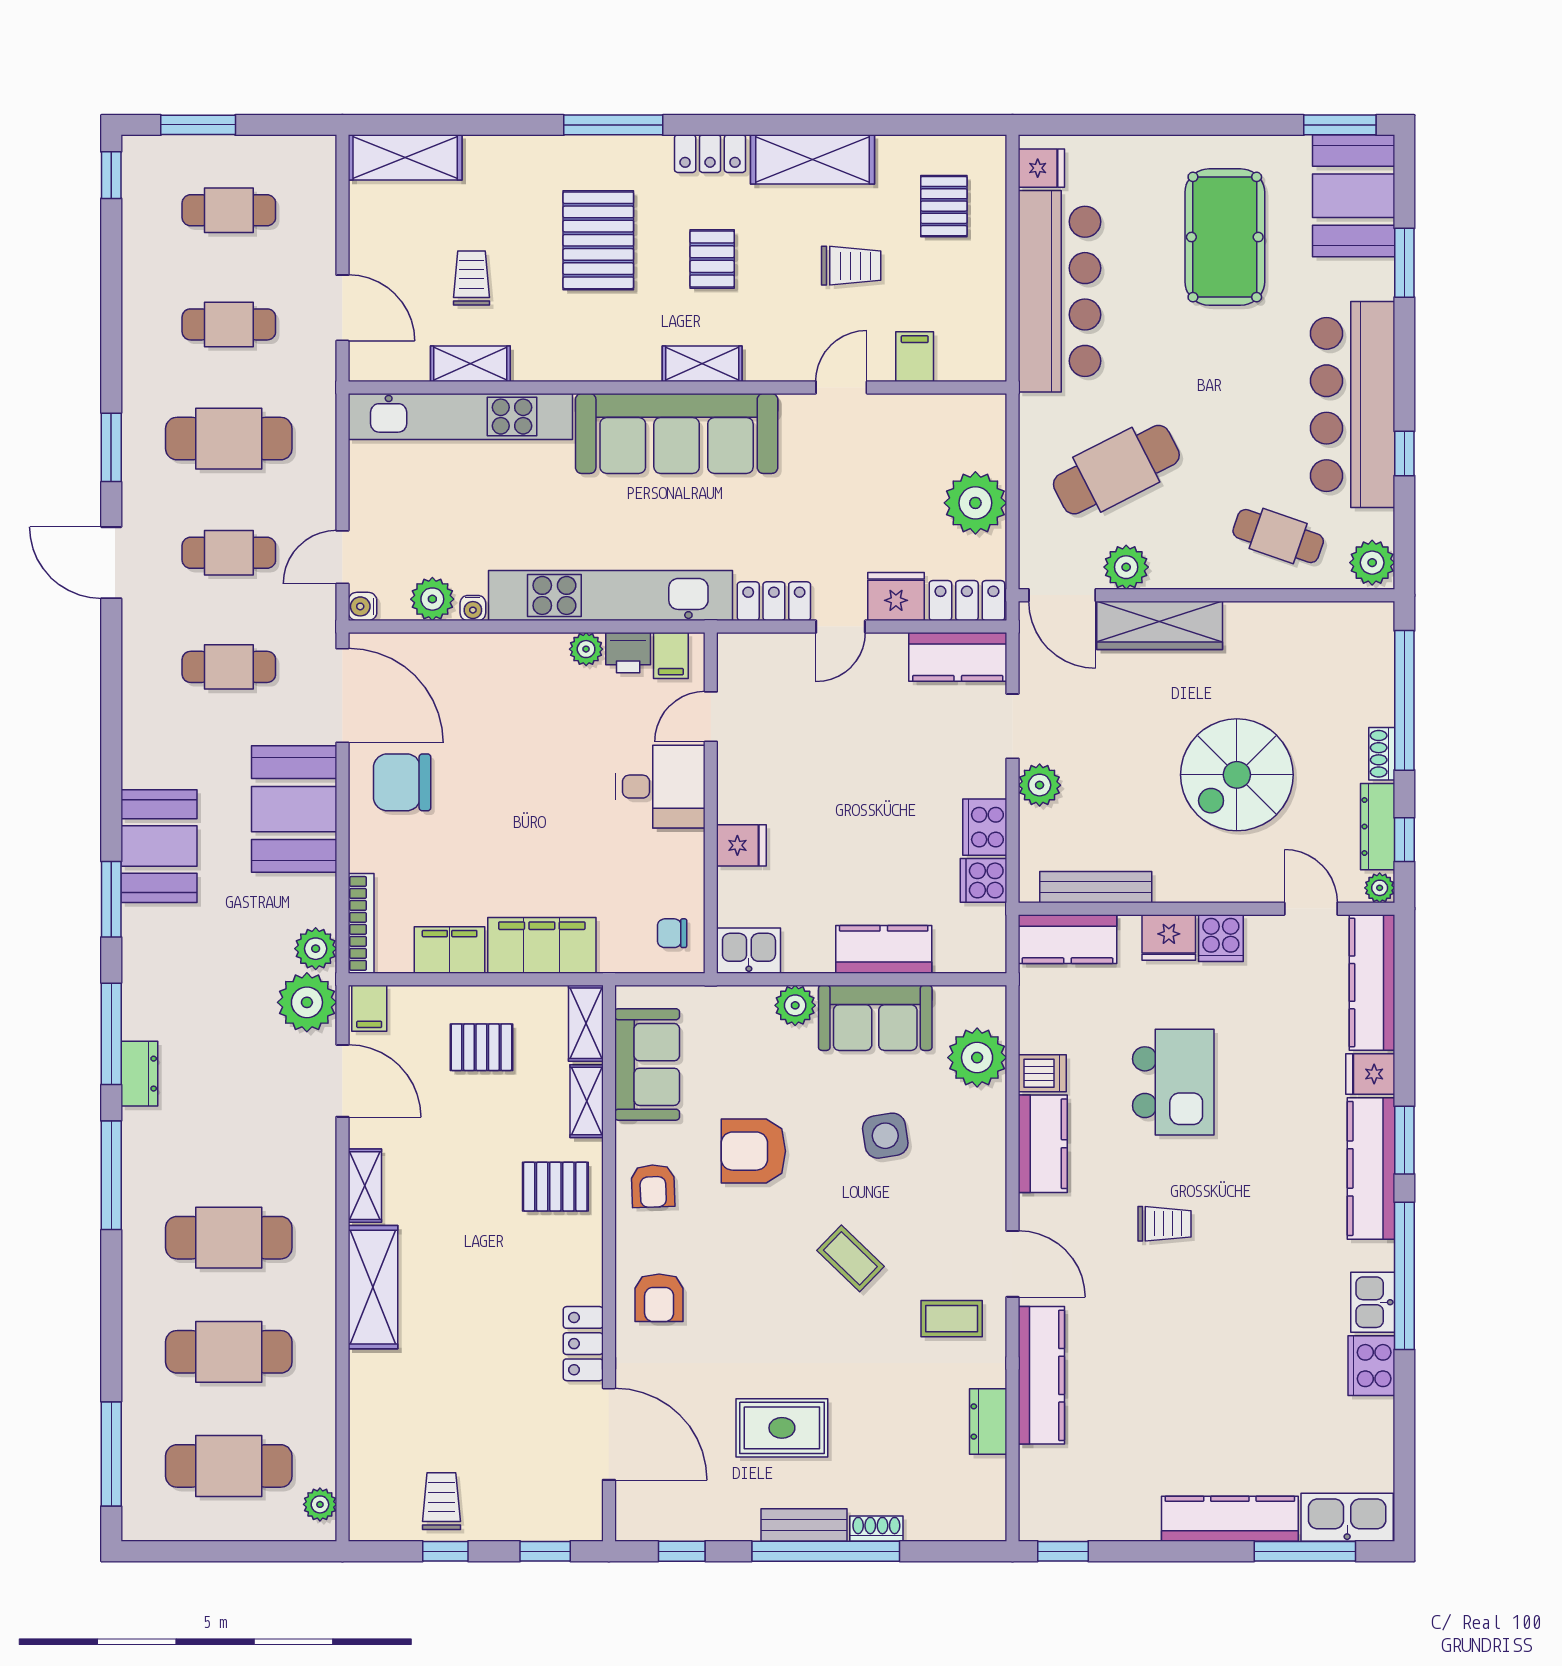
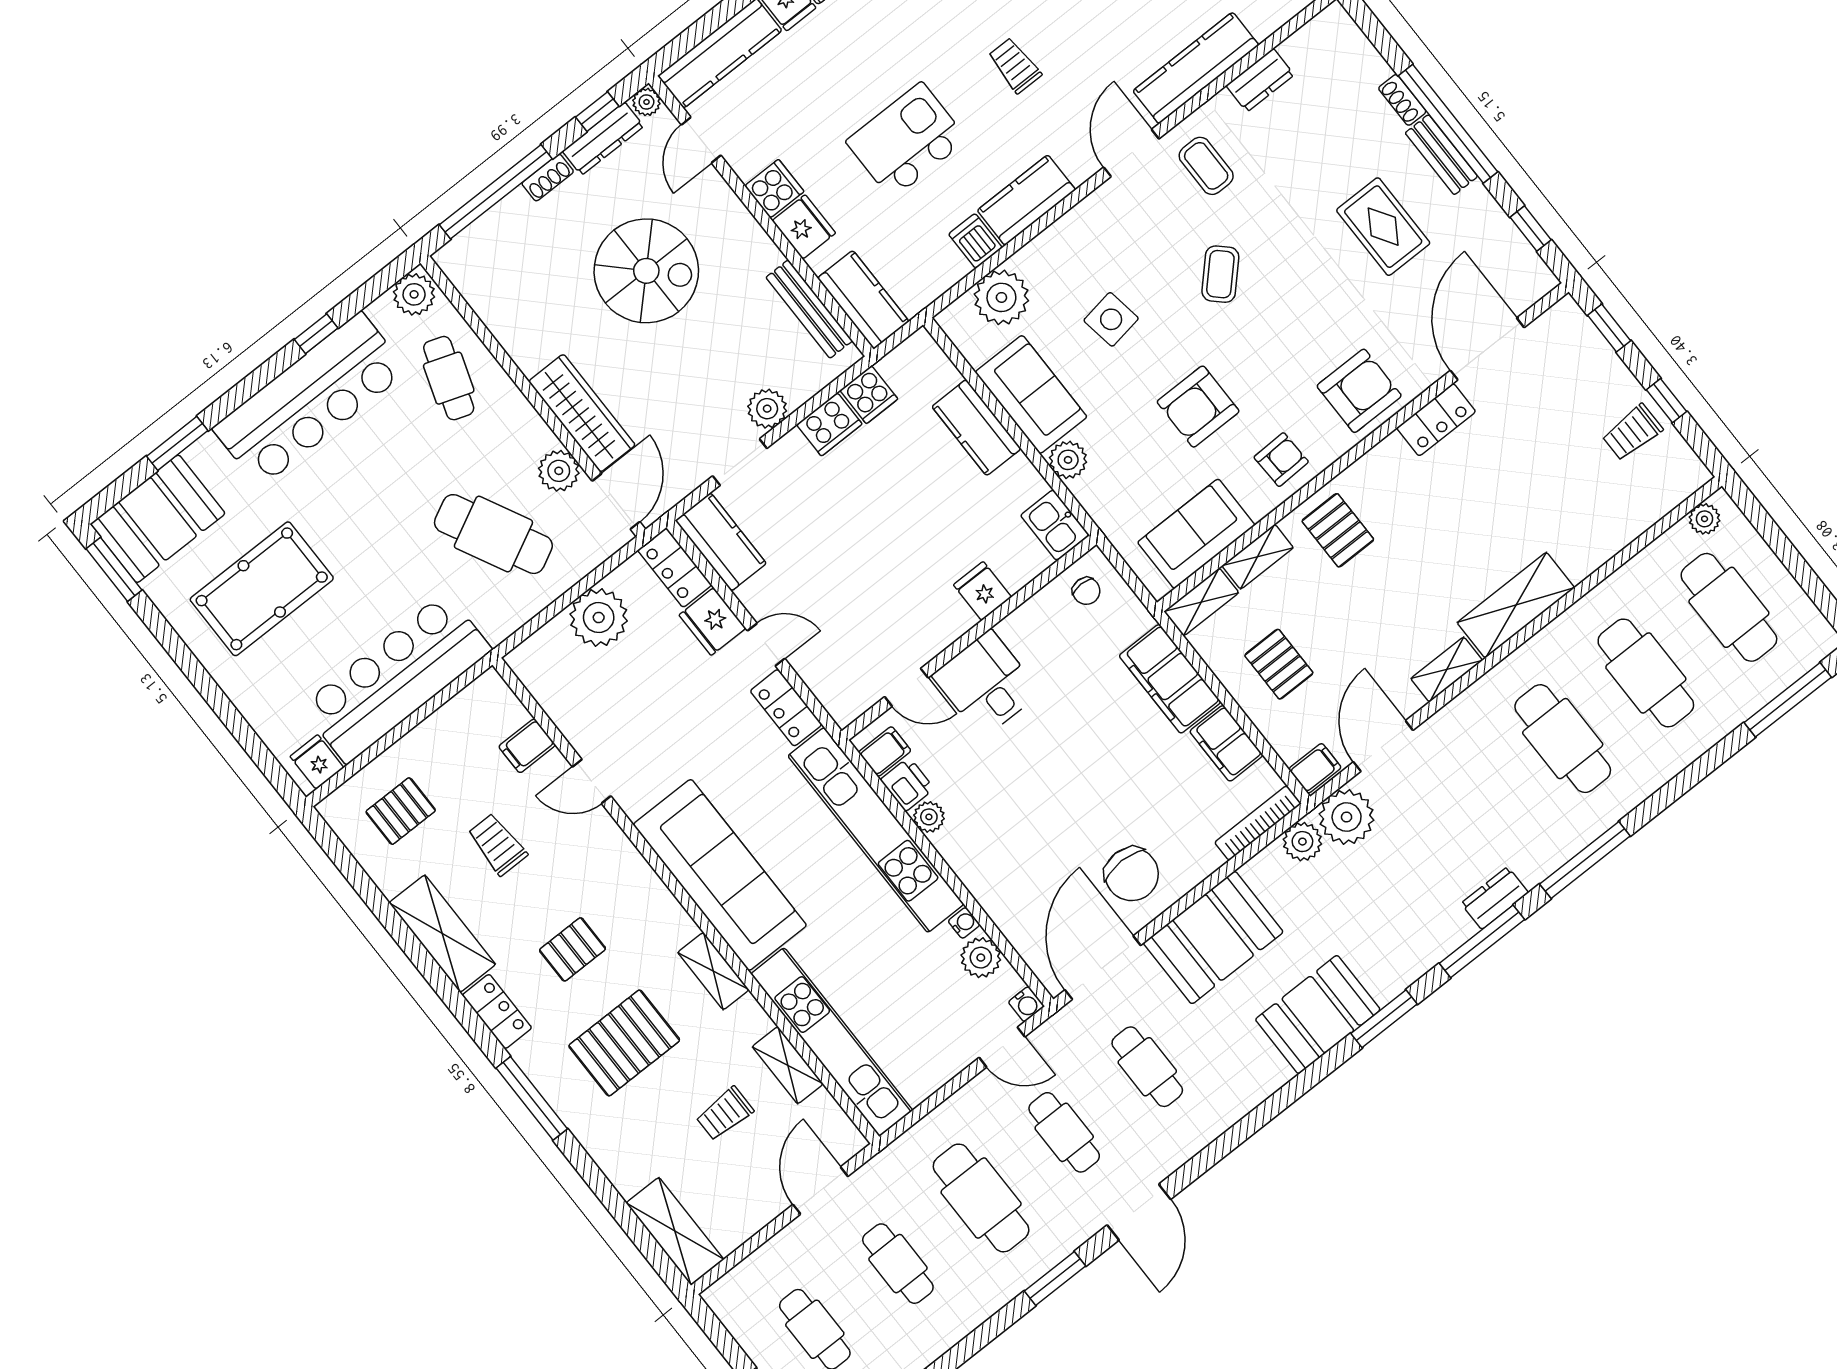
shelving: (702, 364) -> (713, 971), moved
armchair: (753, 1151) -> (1198, 407), turned 90
armchair: (659, 1298) -> (1359, 391), width x1.38, depth x1.38

